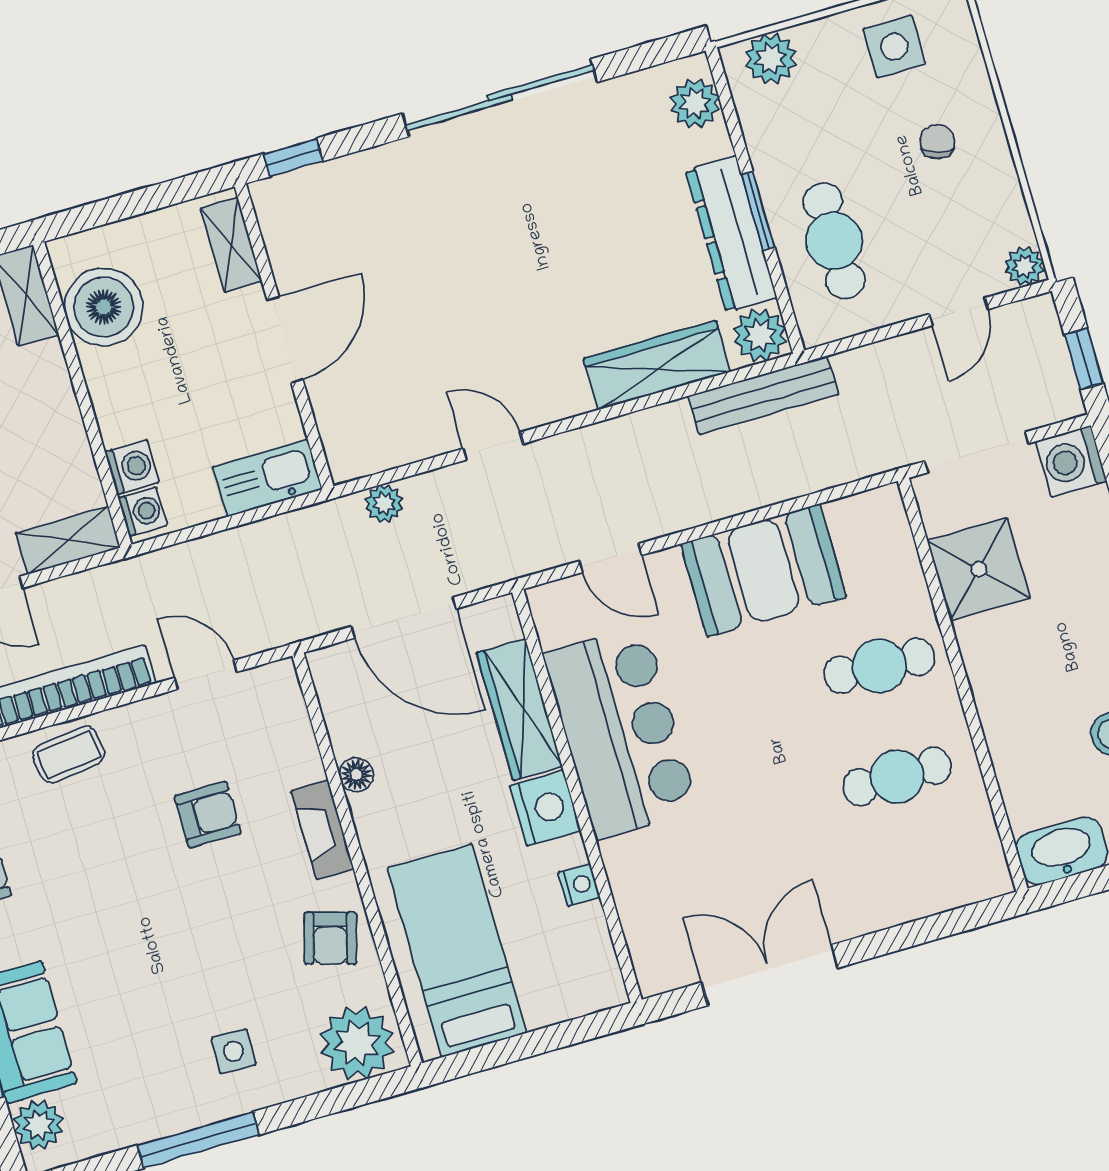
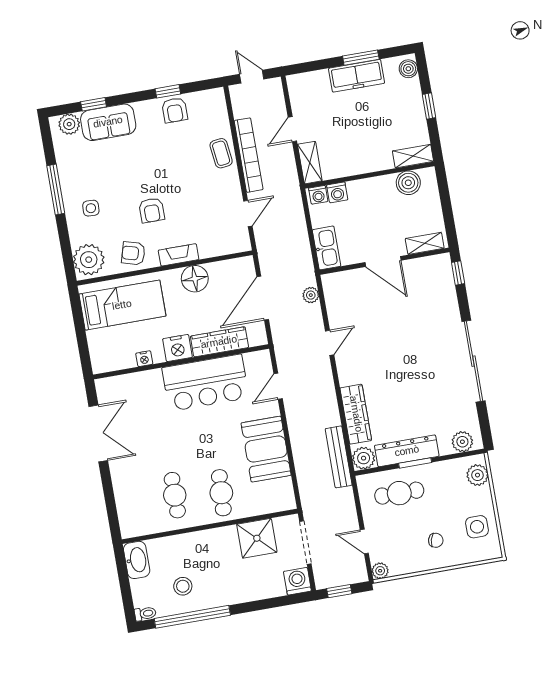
boiler: (104, 307) -> (408, 183), width x0.73, depth x0.73
floor lamp: (356, 775) -> (195, 279), width x1.89, depth x1.89
armchair: (208, 815) -> (152, 210), moved

